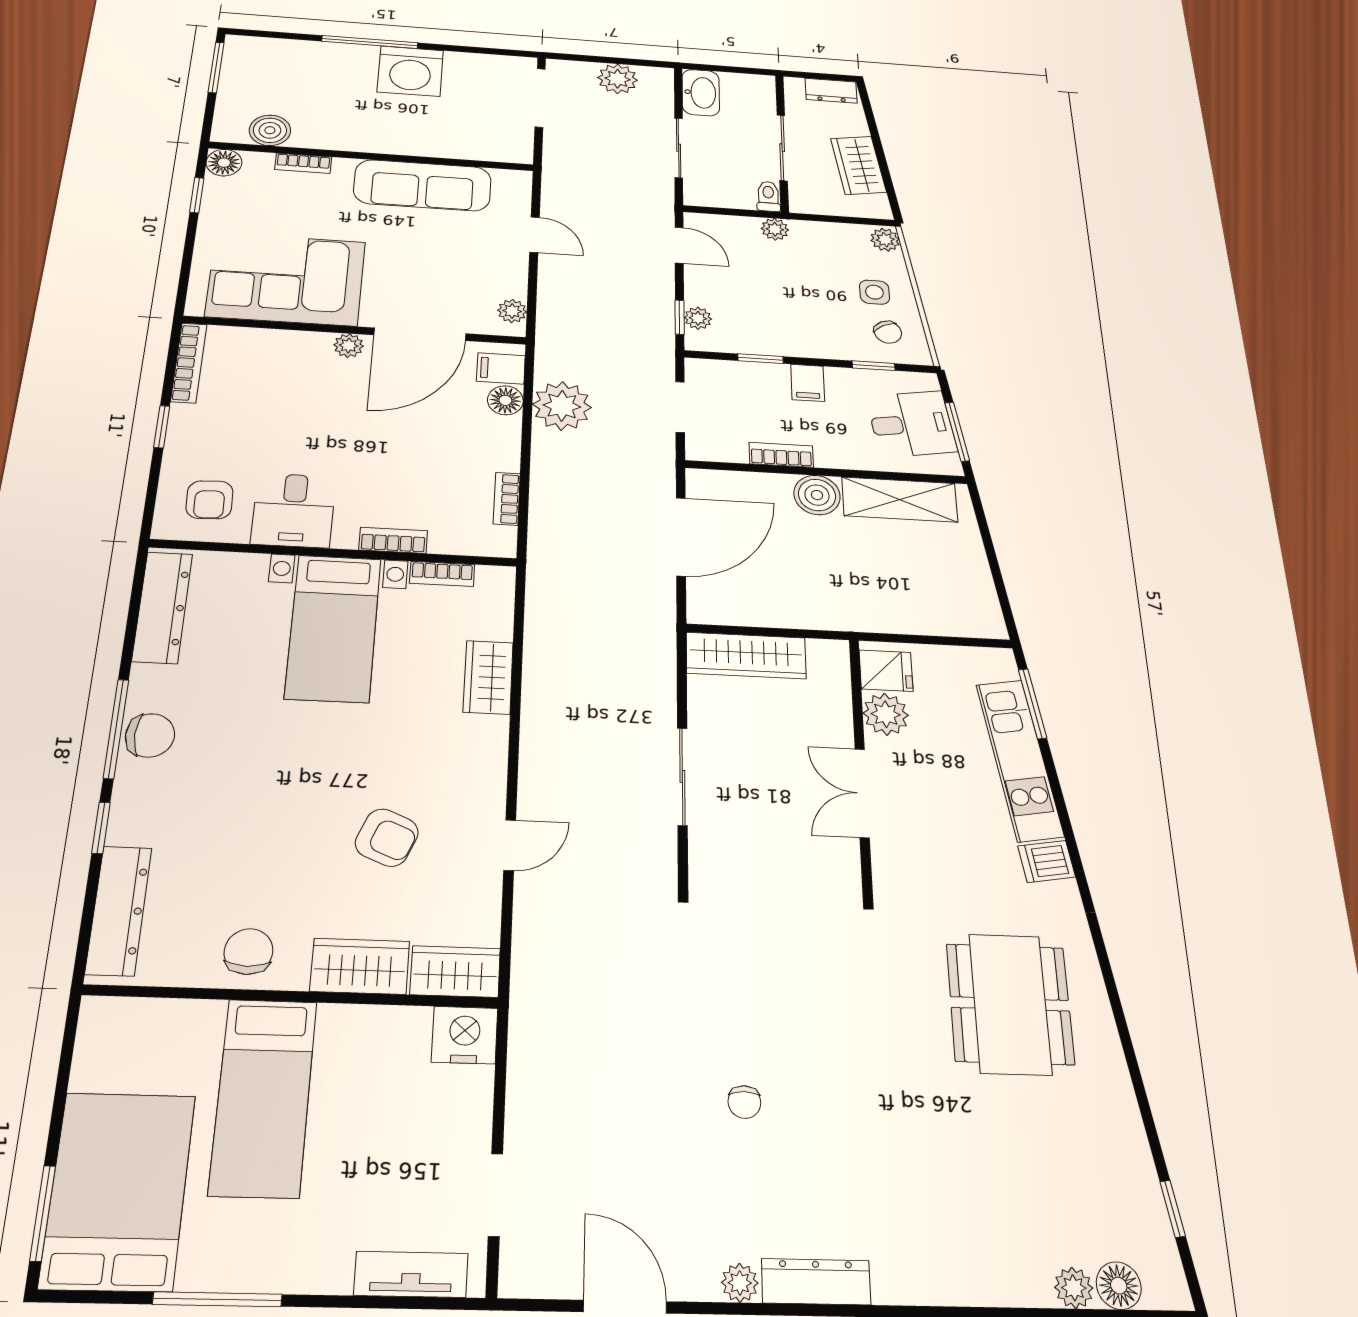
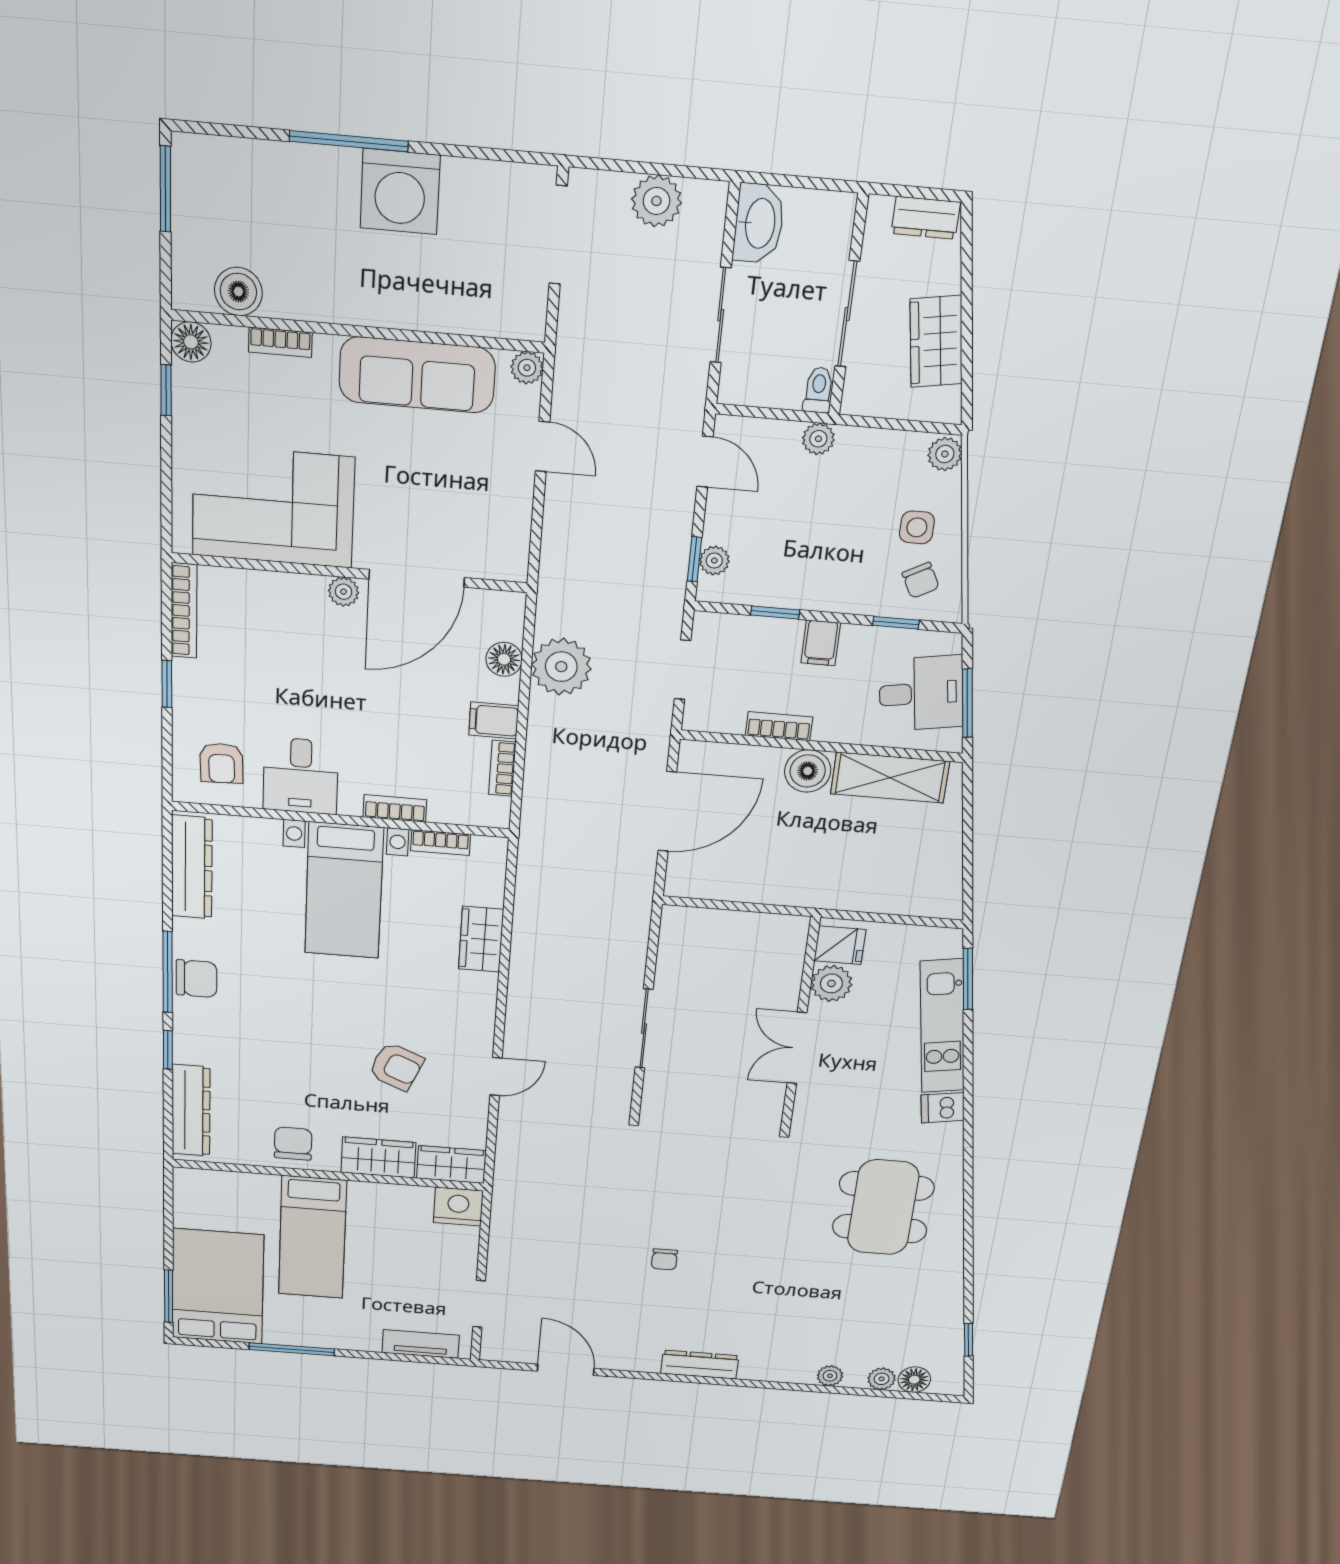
plant: (512, 311) -> (527, 368), moved
filing cabinet: (501, 368) -> (494, 720), moved
wardrobe: (746, 656) -> (714, 927), removed
plant: (740, 1283) -> (830, 1376), moved

